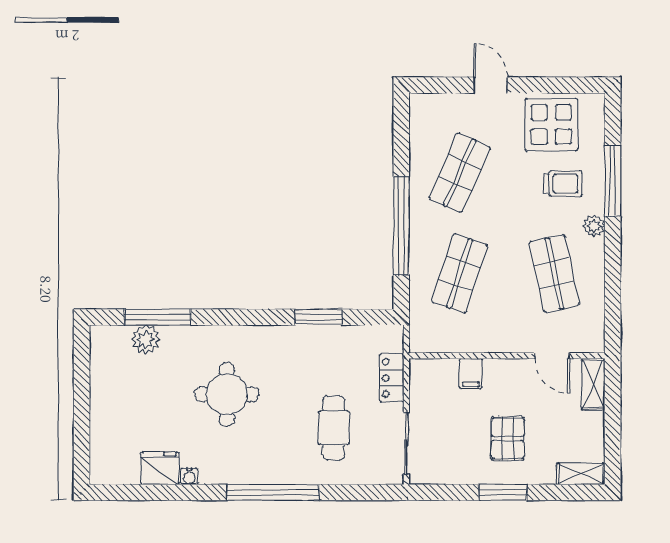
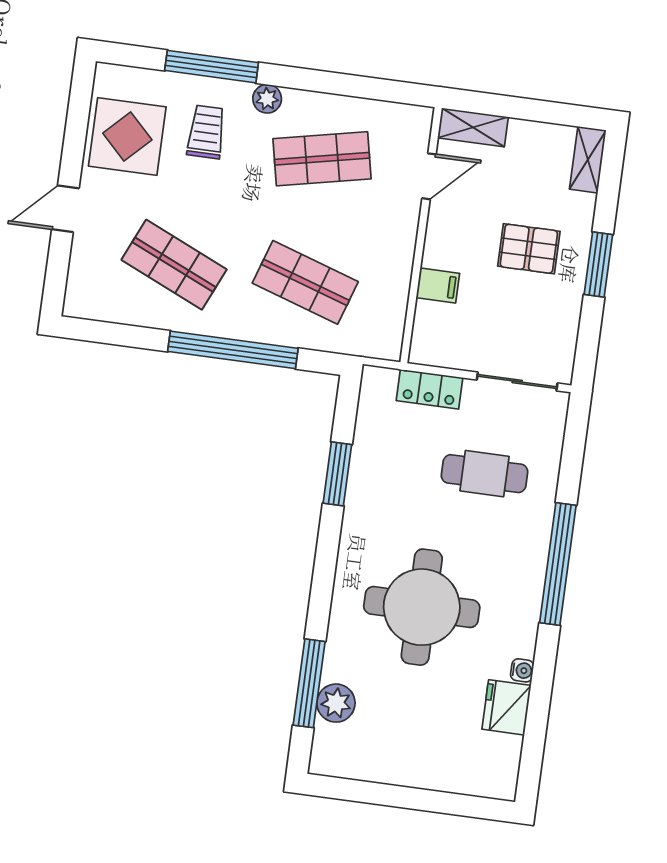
round table: (227, 394) -> (422, 607), width x1.36, depth x1.36

